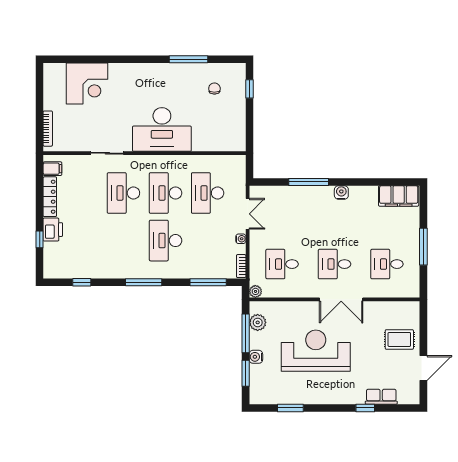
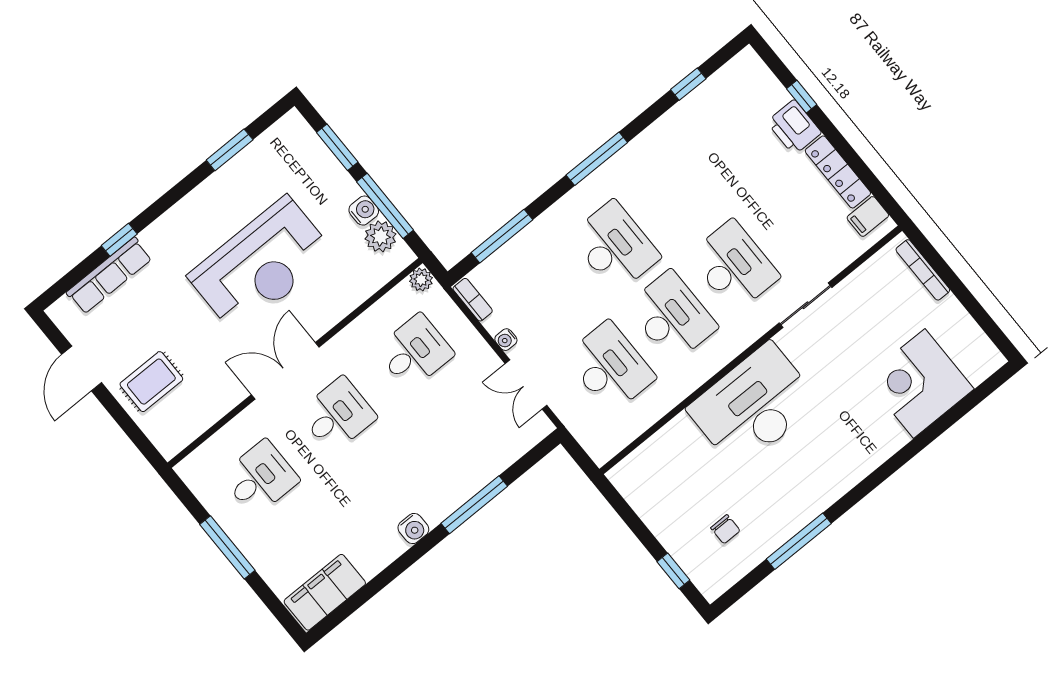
water cooler: (256, 357) -> (364, 211), moved
row of seats: (381, 397) -> (109, 276), width x1.48

